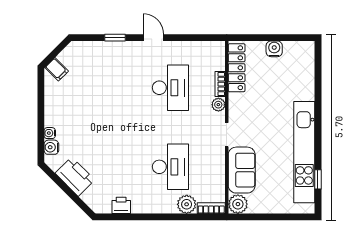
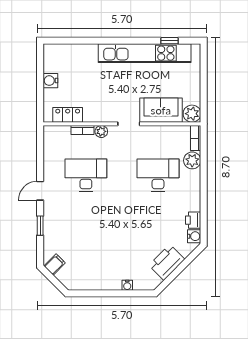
locker: (237, 68) -> (68, 115), width x0.66
filing cabinet: (57, 69) -> (55, 264), moved
water cooler: (51, 147) -> (194, 236), moved, turned -90

